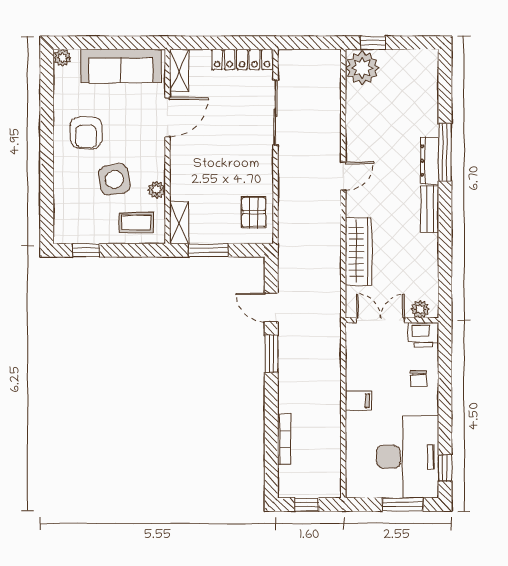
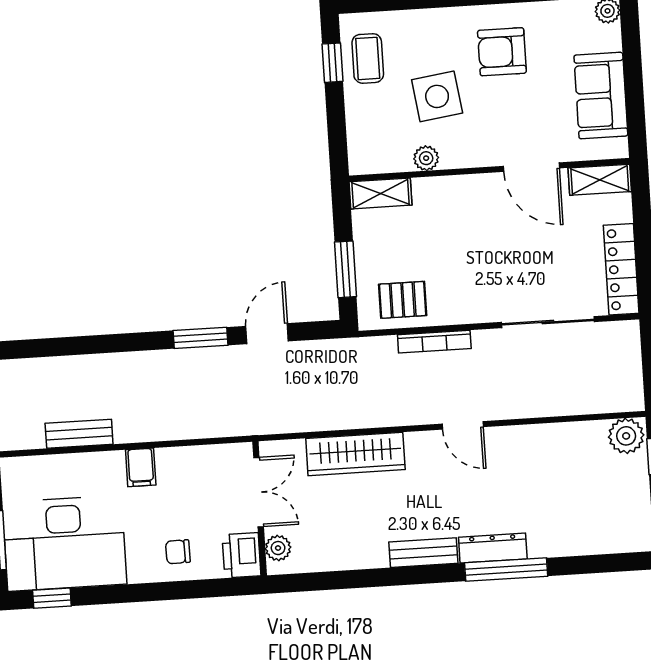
sofa: (121, 66) -> (601, 96), width x0.73
plant: (362, 68) -> (626, 436), width x0.73, depth x0.73
coffee table: (136, 223) -> (368, 58), moved
window: (208, 250) -> (346, 269), moved
bookcase: (284, 439) -> (434, 342), moved
bench: (332, 442) -> (79, 434), added

